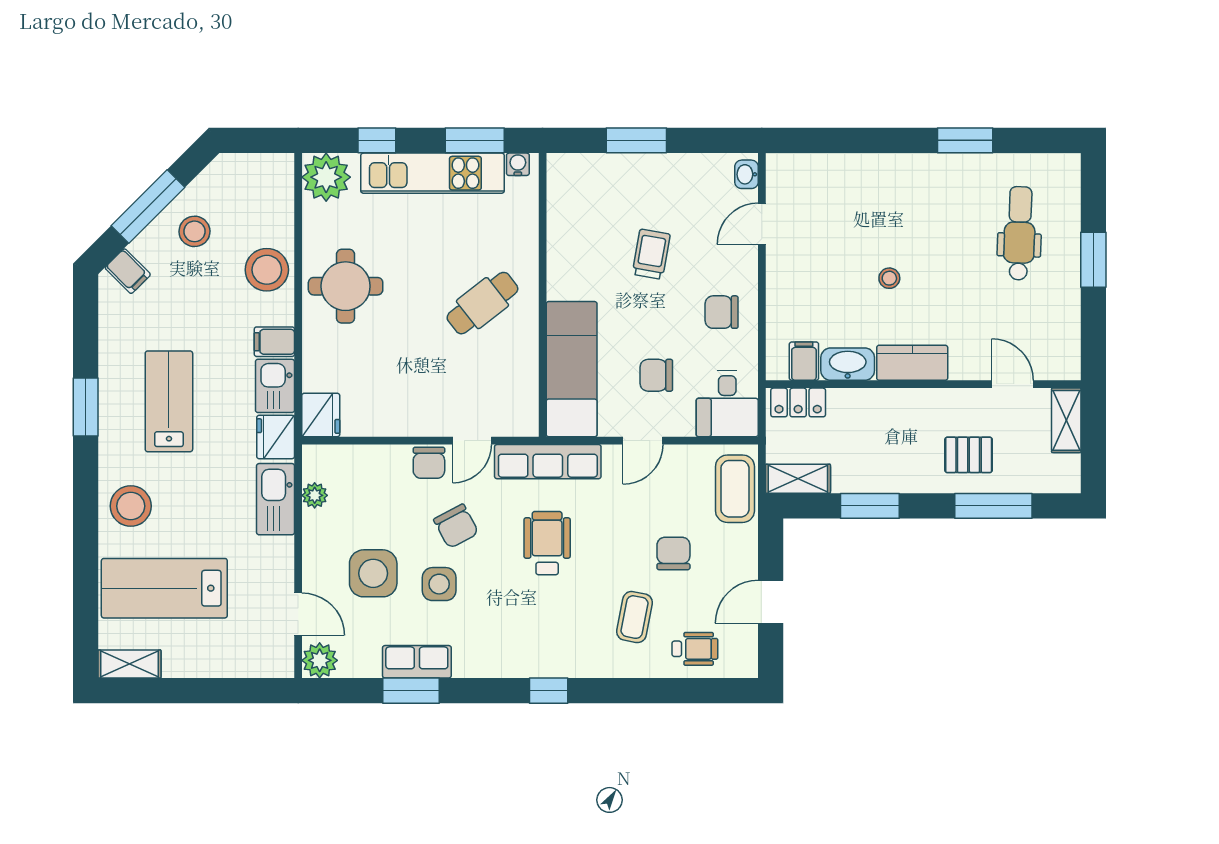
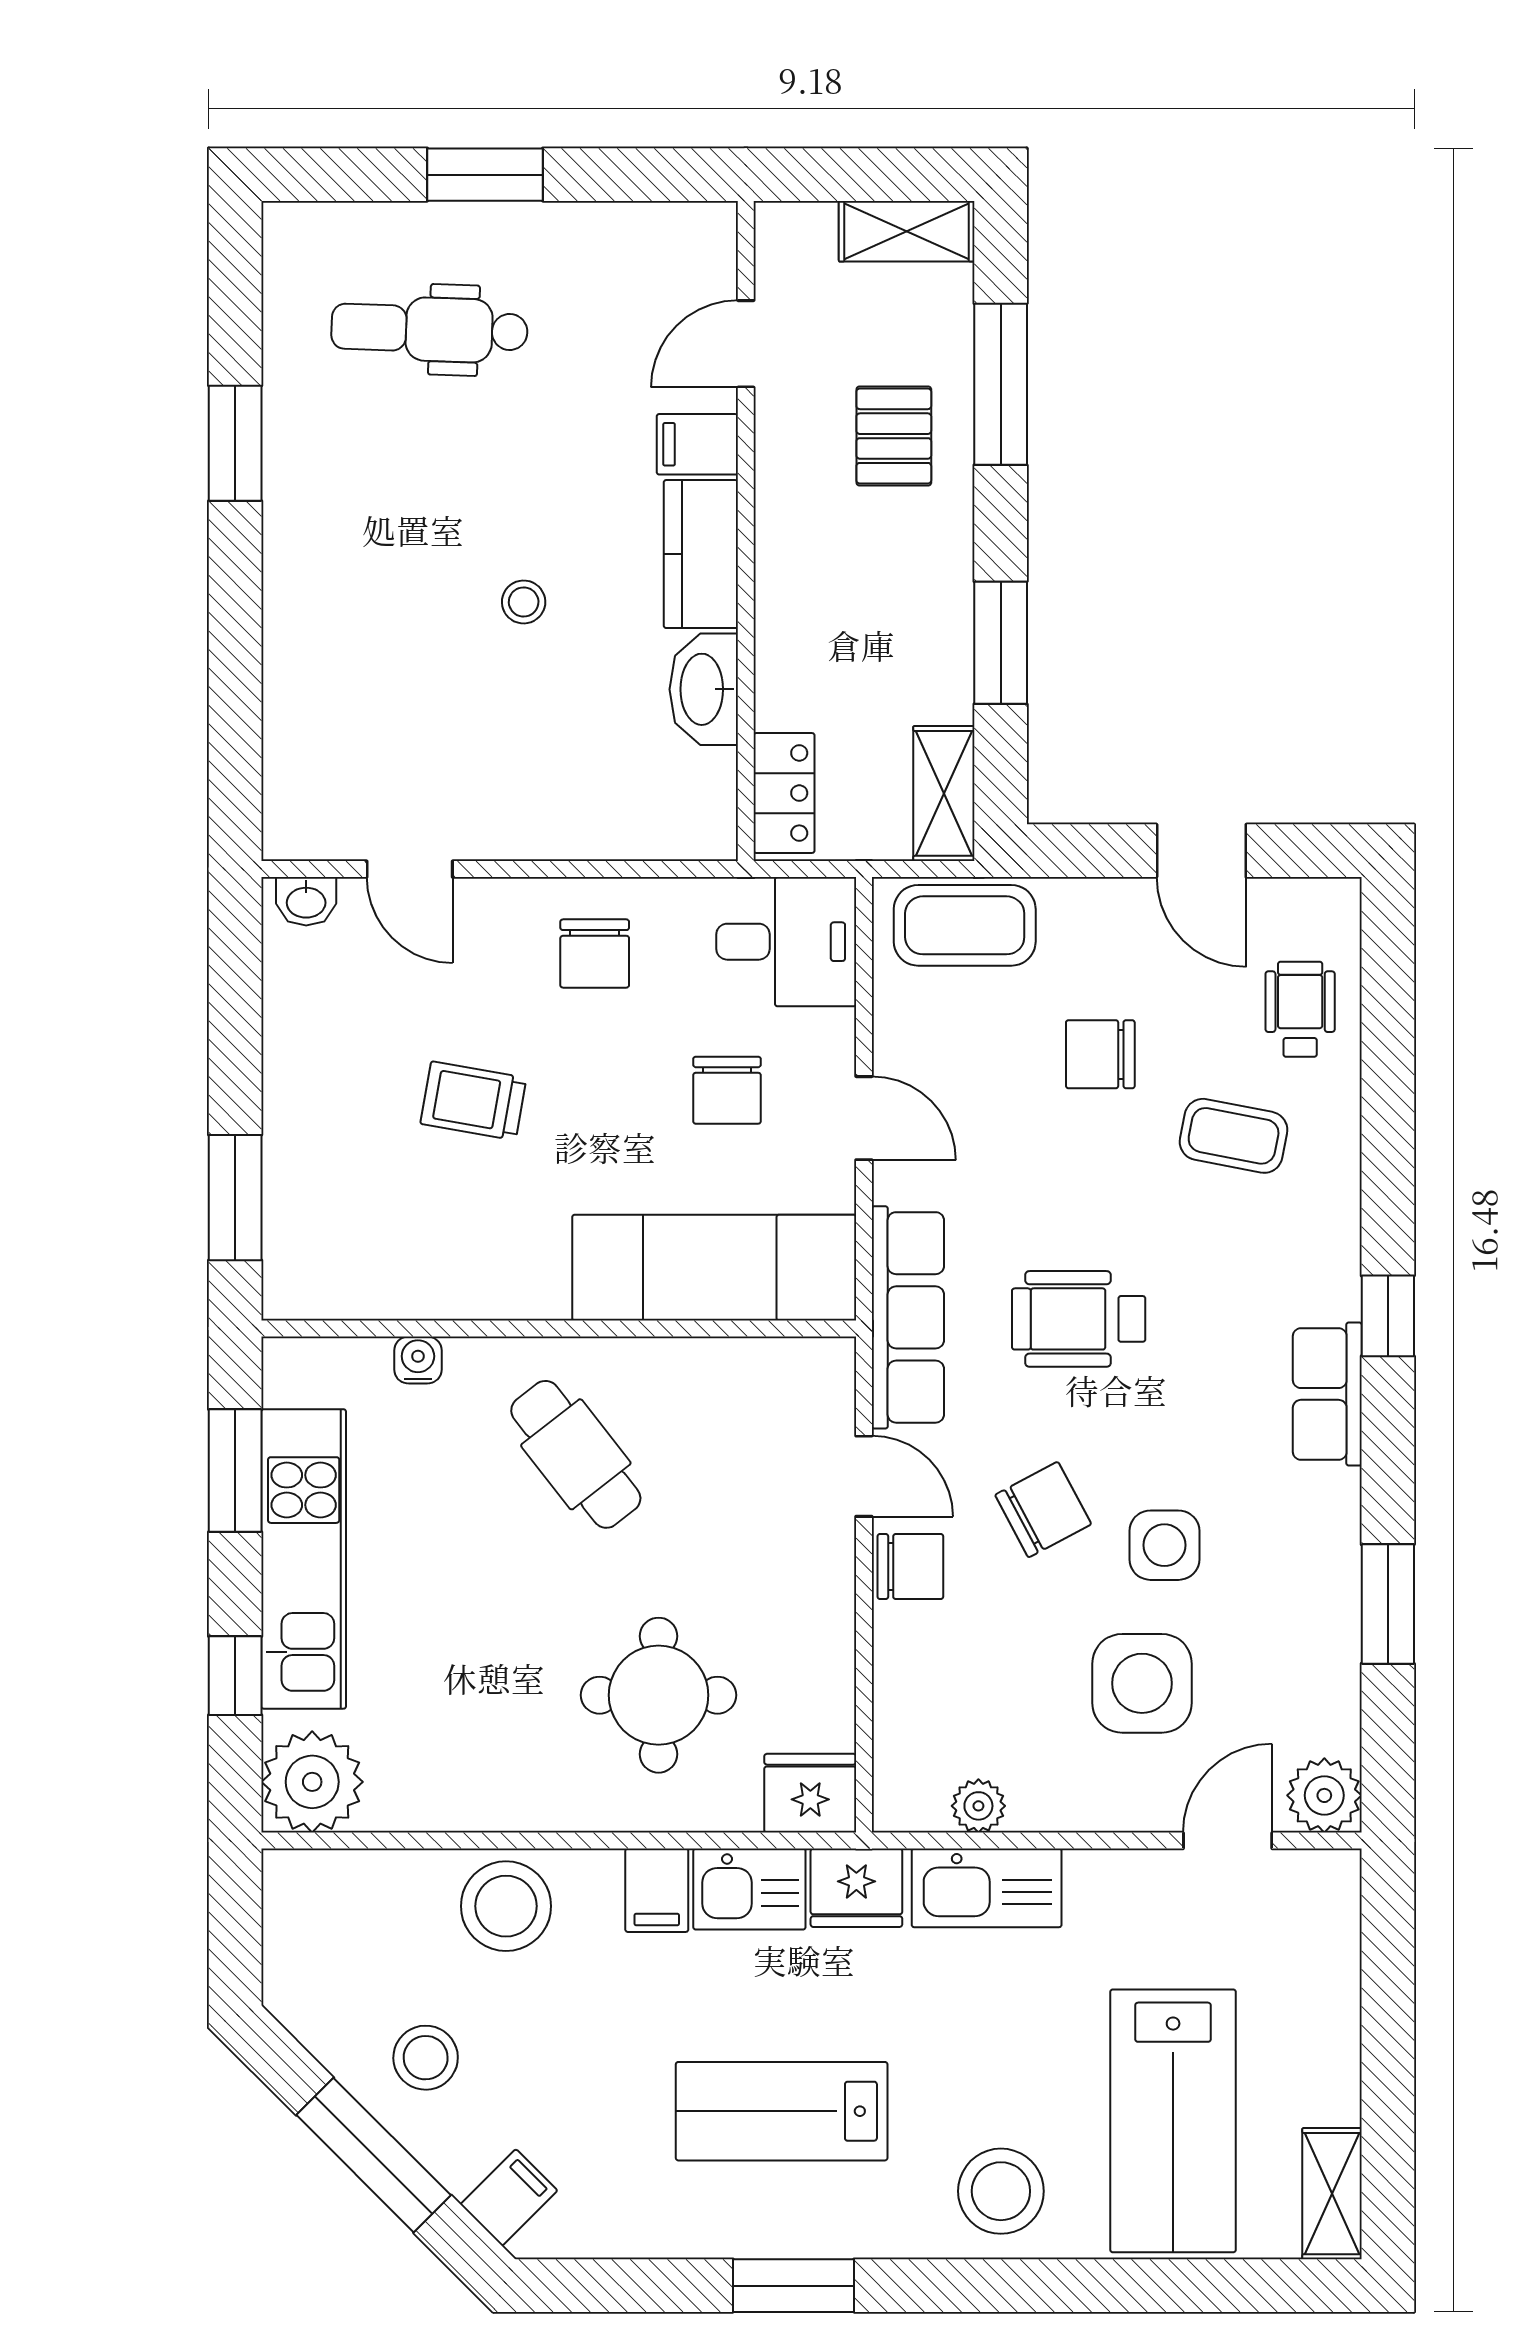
window: (636, 140) -> (235, 1198), moved
water cooler: (518, 164) -> (418, 1360), moved, turned 90
round table: (346, 286) -> (659, 1695), moved
filing cabinet: (804, 361) -> (697, 444), moved
shelving: (1066, 420) -> (907, 231), moved
row of seats: (417, 662) -> (1327, 1394), moved

